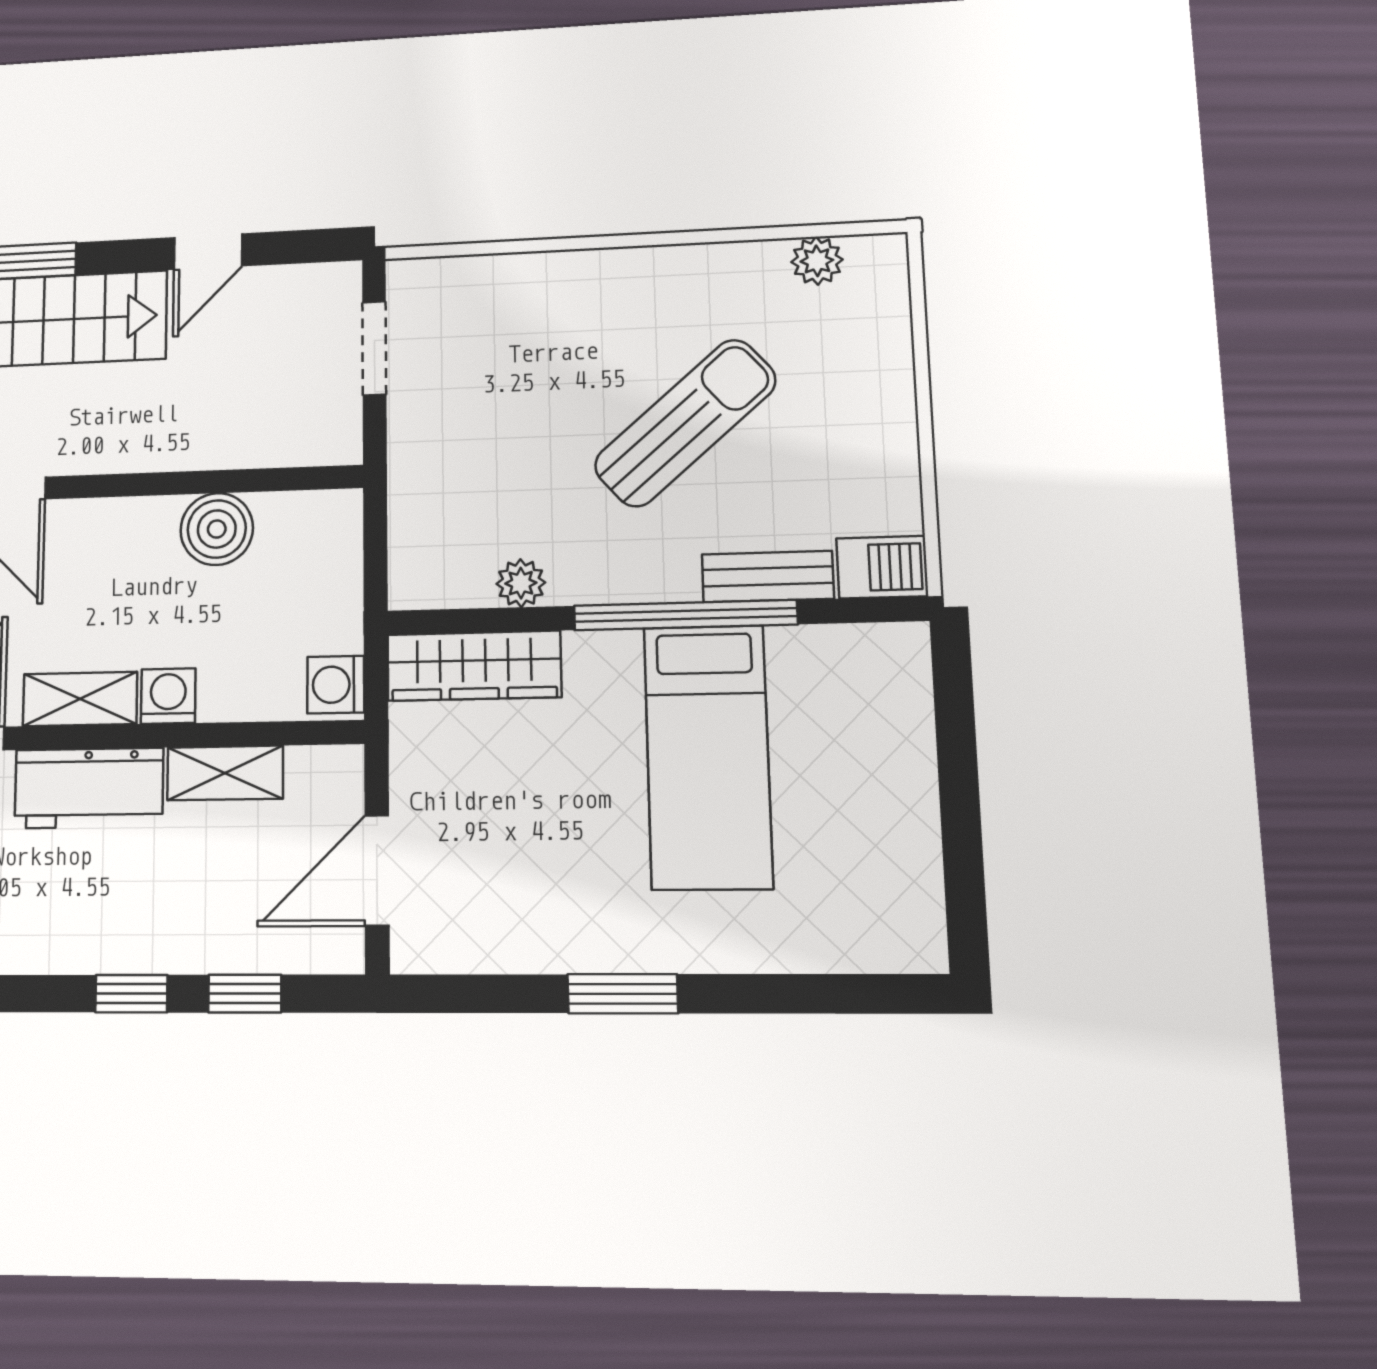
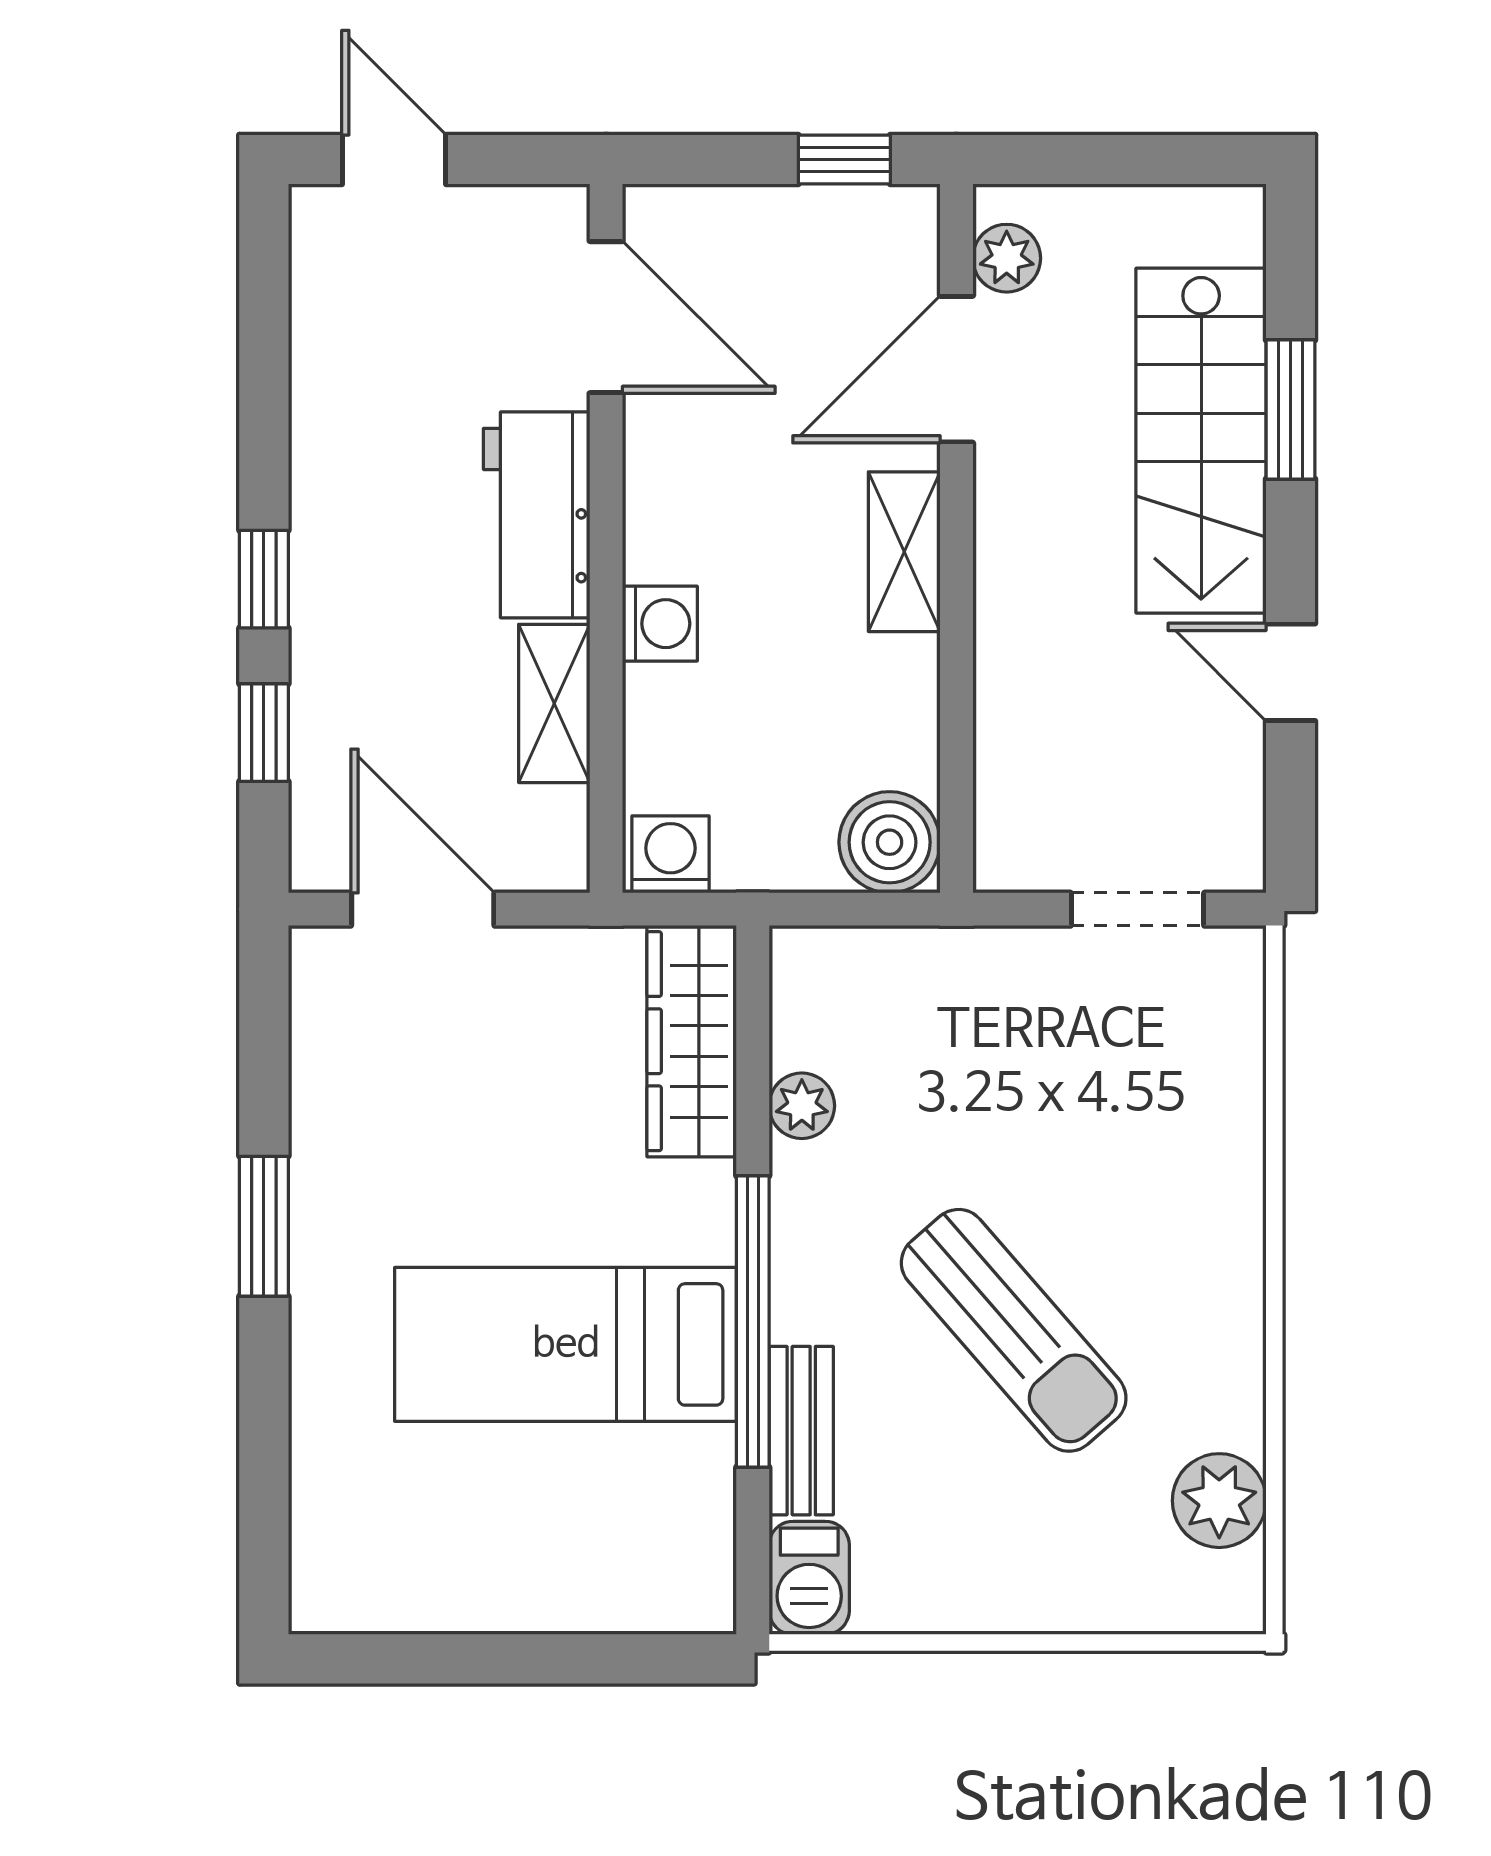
plant: (817, 261) -> (1219, 1501), width x1.38, depth x1.38
boiler: (217, 529) -> (890, 842), moved
shelving: (80, 699) -> (904, 552), moved

